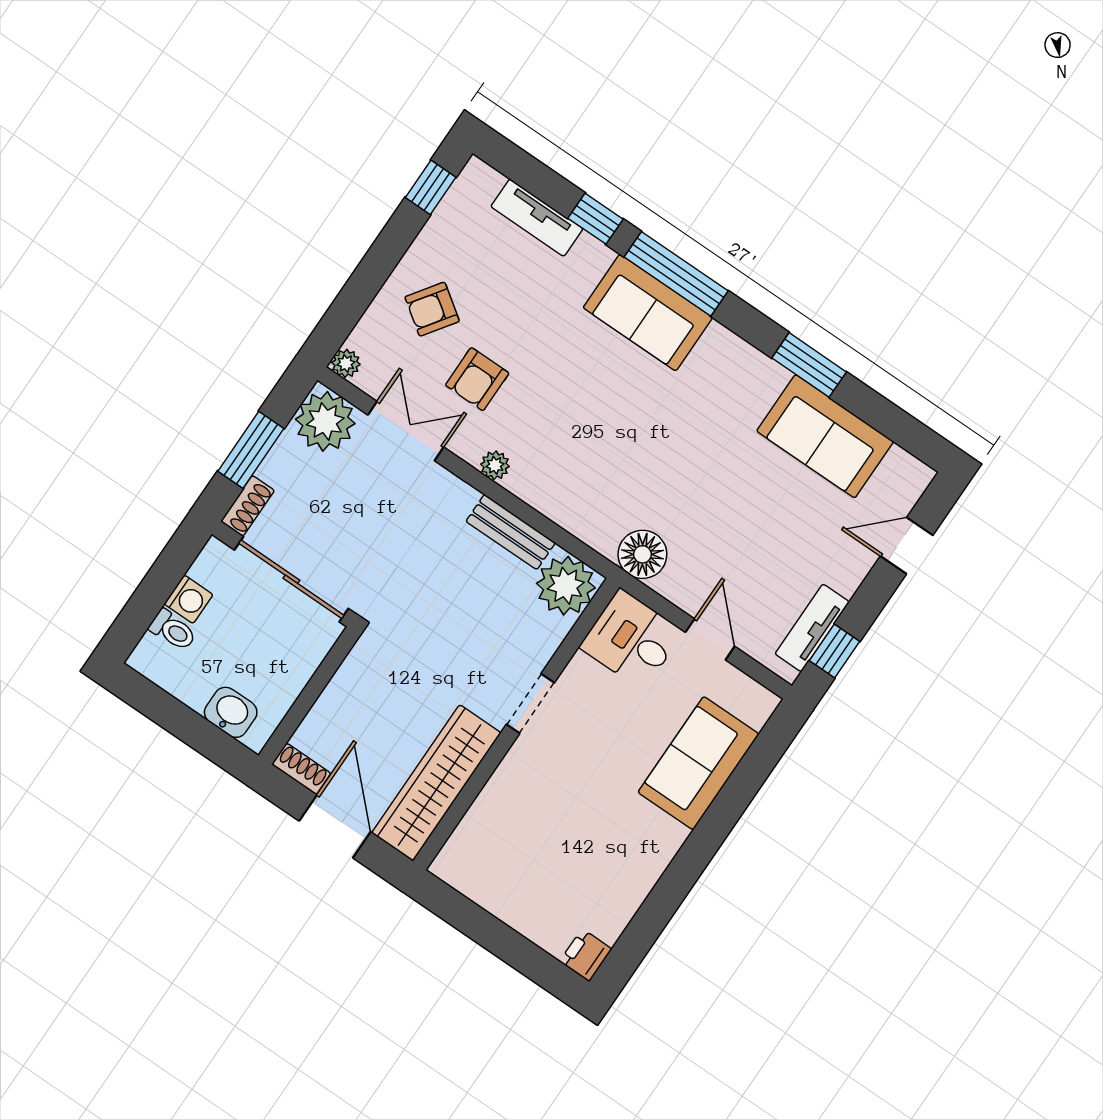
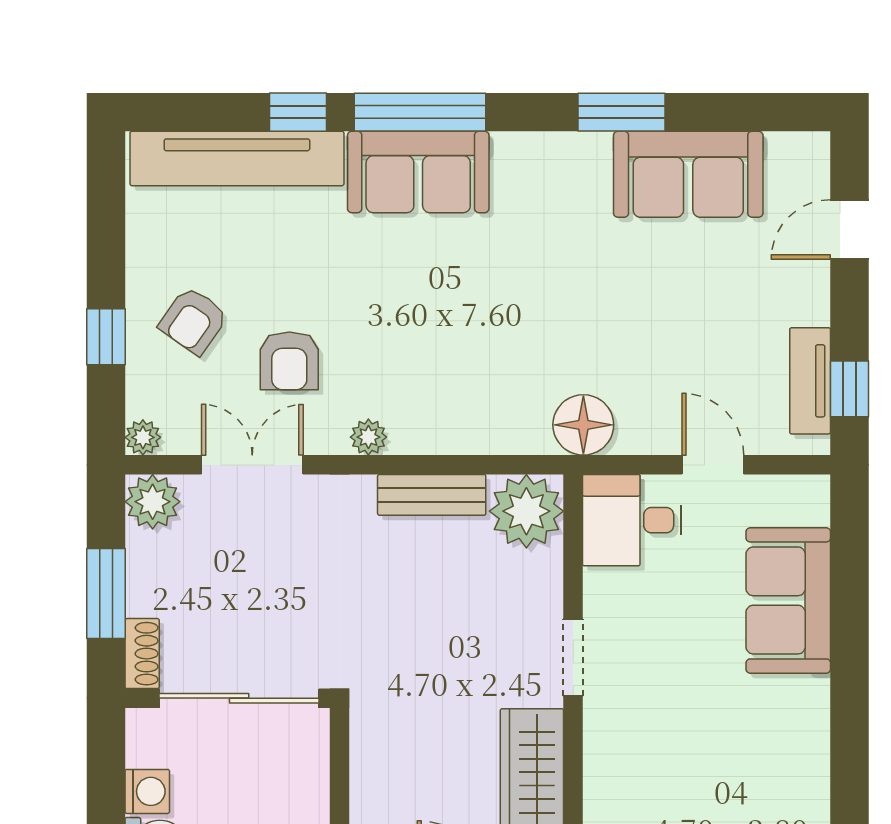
window: (431, 187) -> (106, 337), moved
tv unit: (537, 218) -> (237, 158), width x1.92, depth x1.29
plant: (325, 421) -> (153, 502), width x0.73, depth x0.73

